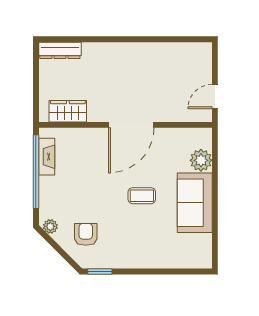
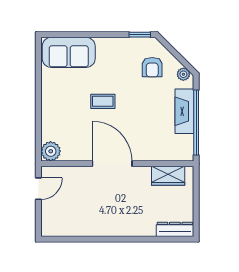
door: (131, 125) -> (112, 164), hinge flipped
fireplace: (47, 157) -> (184, 111), moved, width x1.37, depth x1.32
plant: (201, 160) -> (51, 151), moved
sofa: (195, 203) -> (69, 52), moved, turned 90

